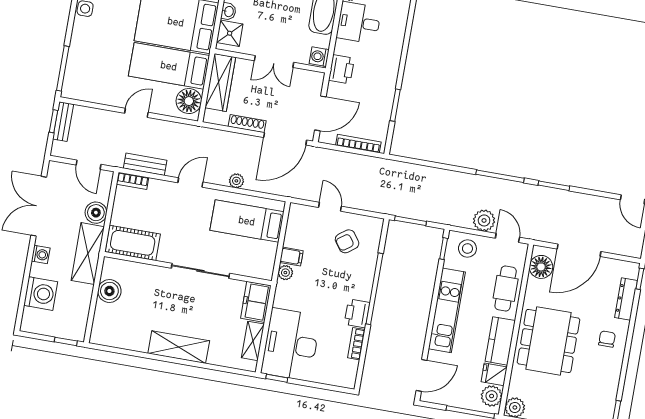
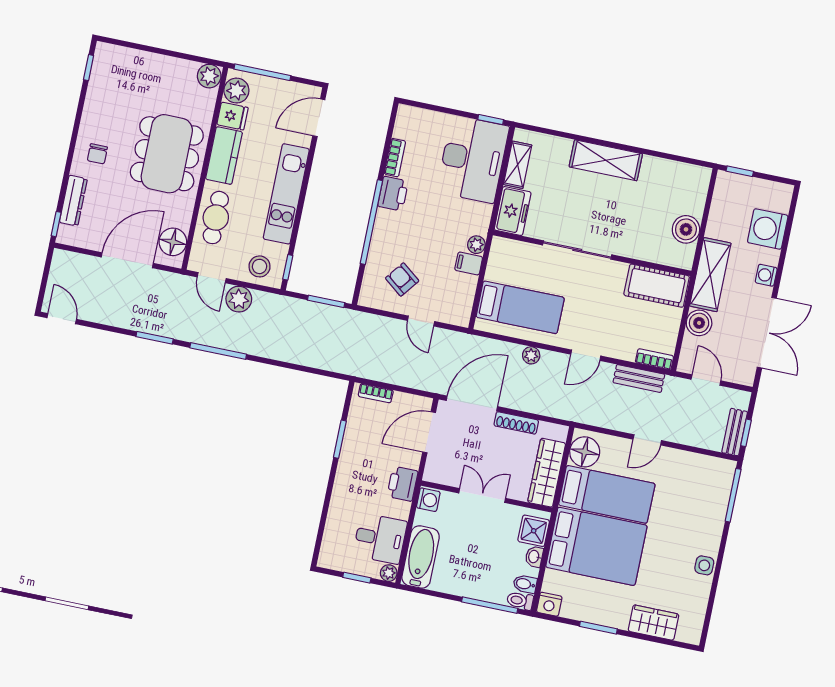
bookcase: (358, 144) -> (376, 393), width x0.64
armchair: (347, 241) -> (402, 279), turned -106

